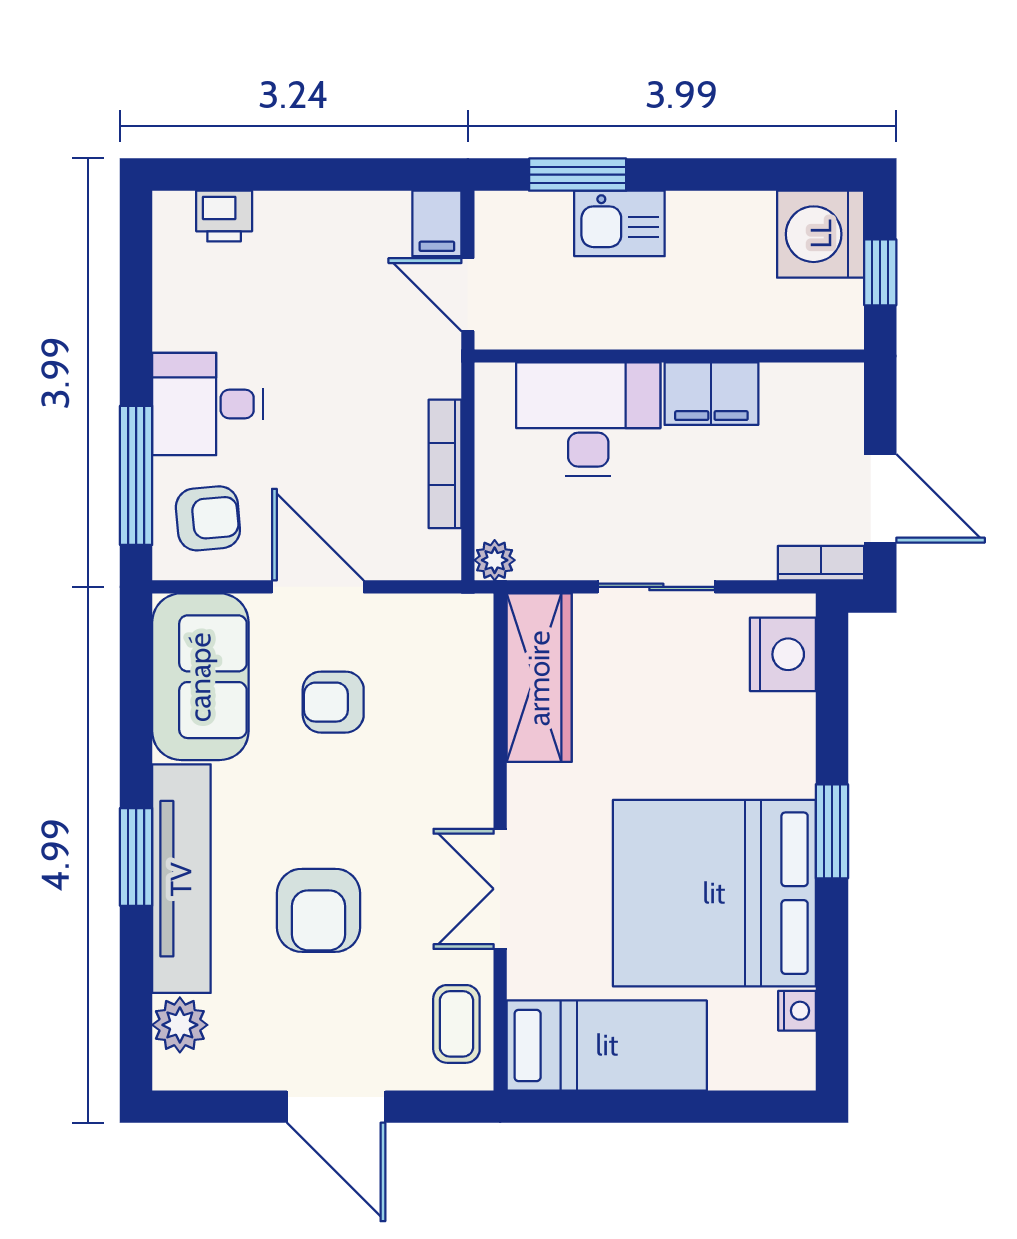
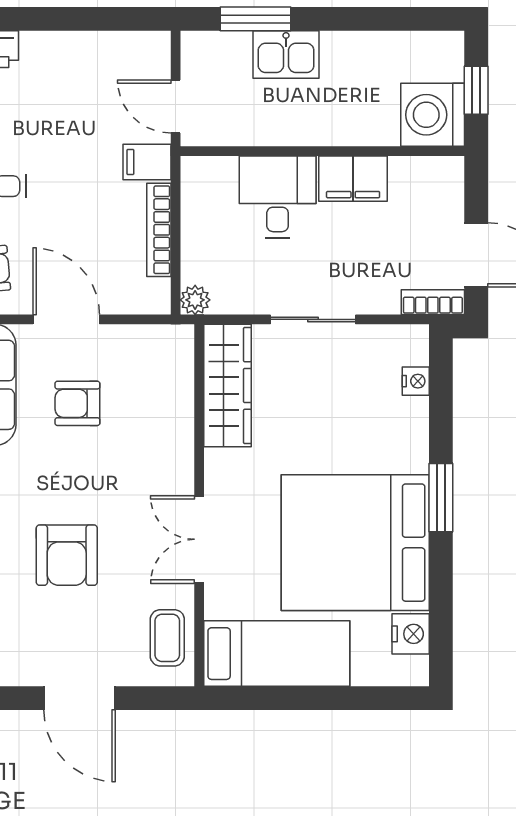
filing cabinet: (437, 223) -> (147, 162), moved, turned 90
washing machine: (821, 234) -> (433, 115), moved
desk: (588, 419) -> (278, 197), width x0.73
nightstand: (783, 654) -> (416, 381), width x0.53, depth x0.56
nightstand: (797, 1011) -> (411, 634), width x1.39, depth x1.35

